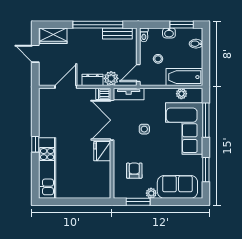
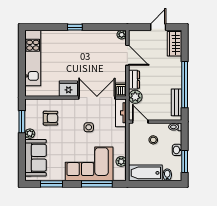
bathtub: (184, 77) -> (145, 173), moved, turned -90
plant: (43, 93) -> (122, 35), added
kitchen unit: (47, 168) -> (33, 58), moved, turned -90

